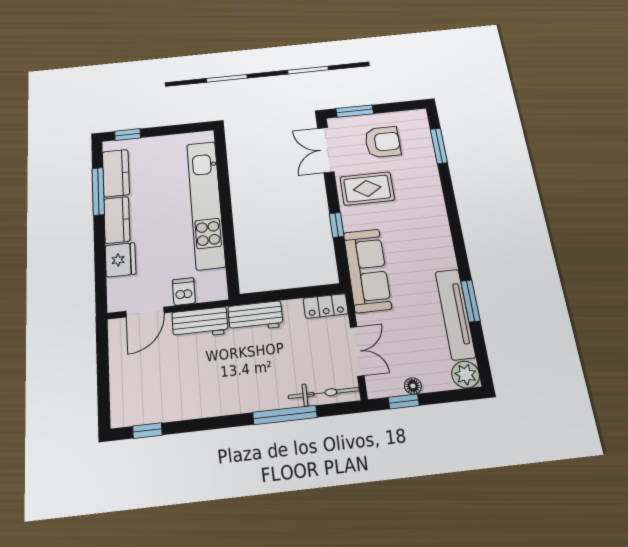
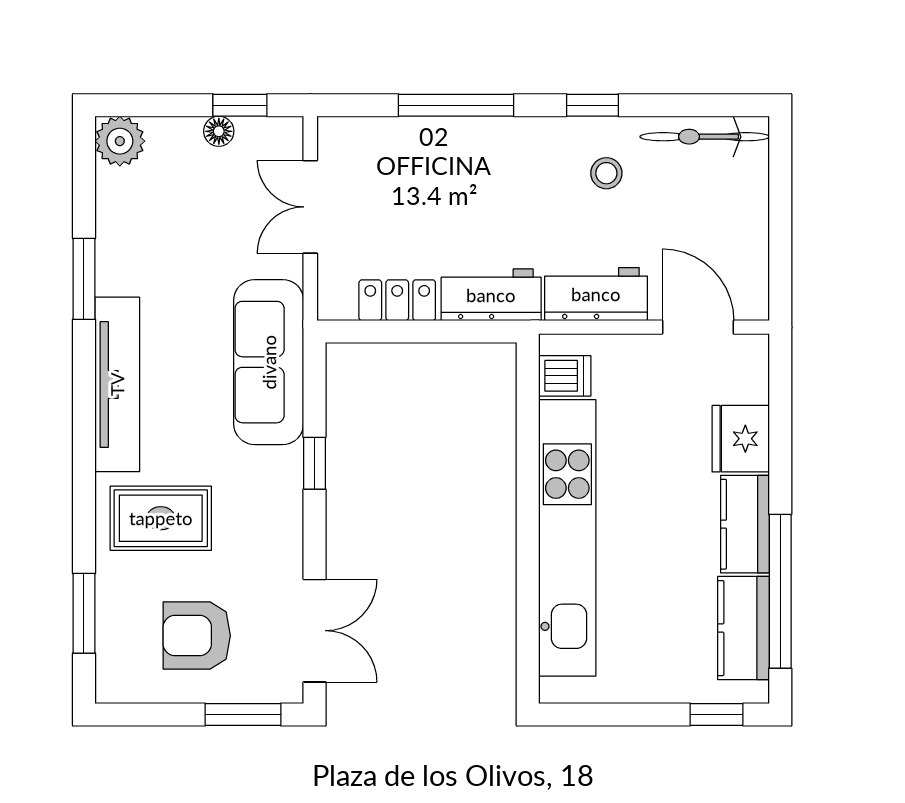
rug: (367, 188) -> (161, 518), moved
window: (98, 191) -> (780, 591), width x1.46
dishwasher: (184, 291) -> (565, 376), moved, turned -90
locker: (326, 306) -> (397, 300), moved
door: (145, 312) -> (698, 327), hinge flipped
tv unit: (455, 314) -> (117, 384), moved
stool: (199, 387) -> (606, 173), added
bicycle: (324, 393) -> (705, 137), moved
window: (147, 431) -> (593, 105), moved

